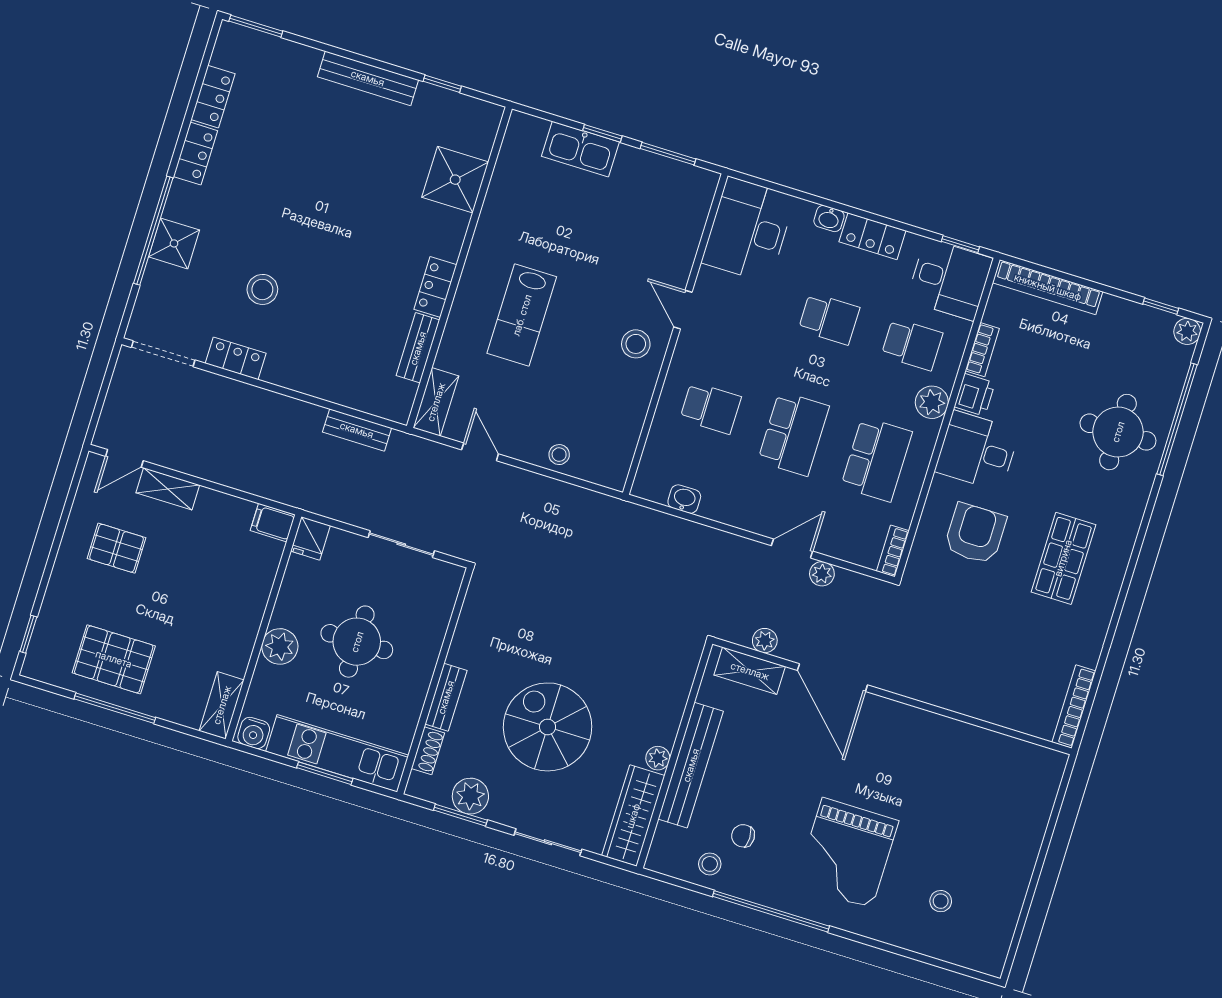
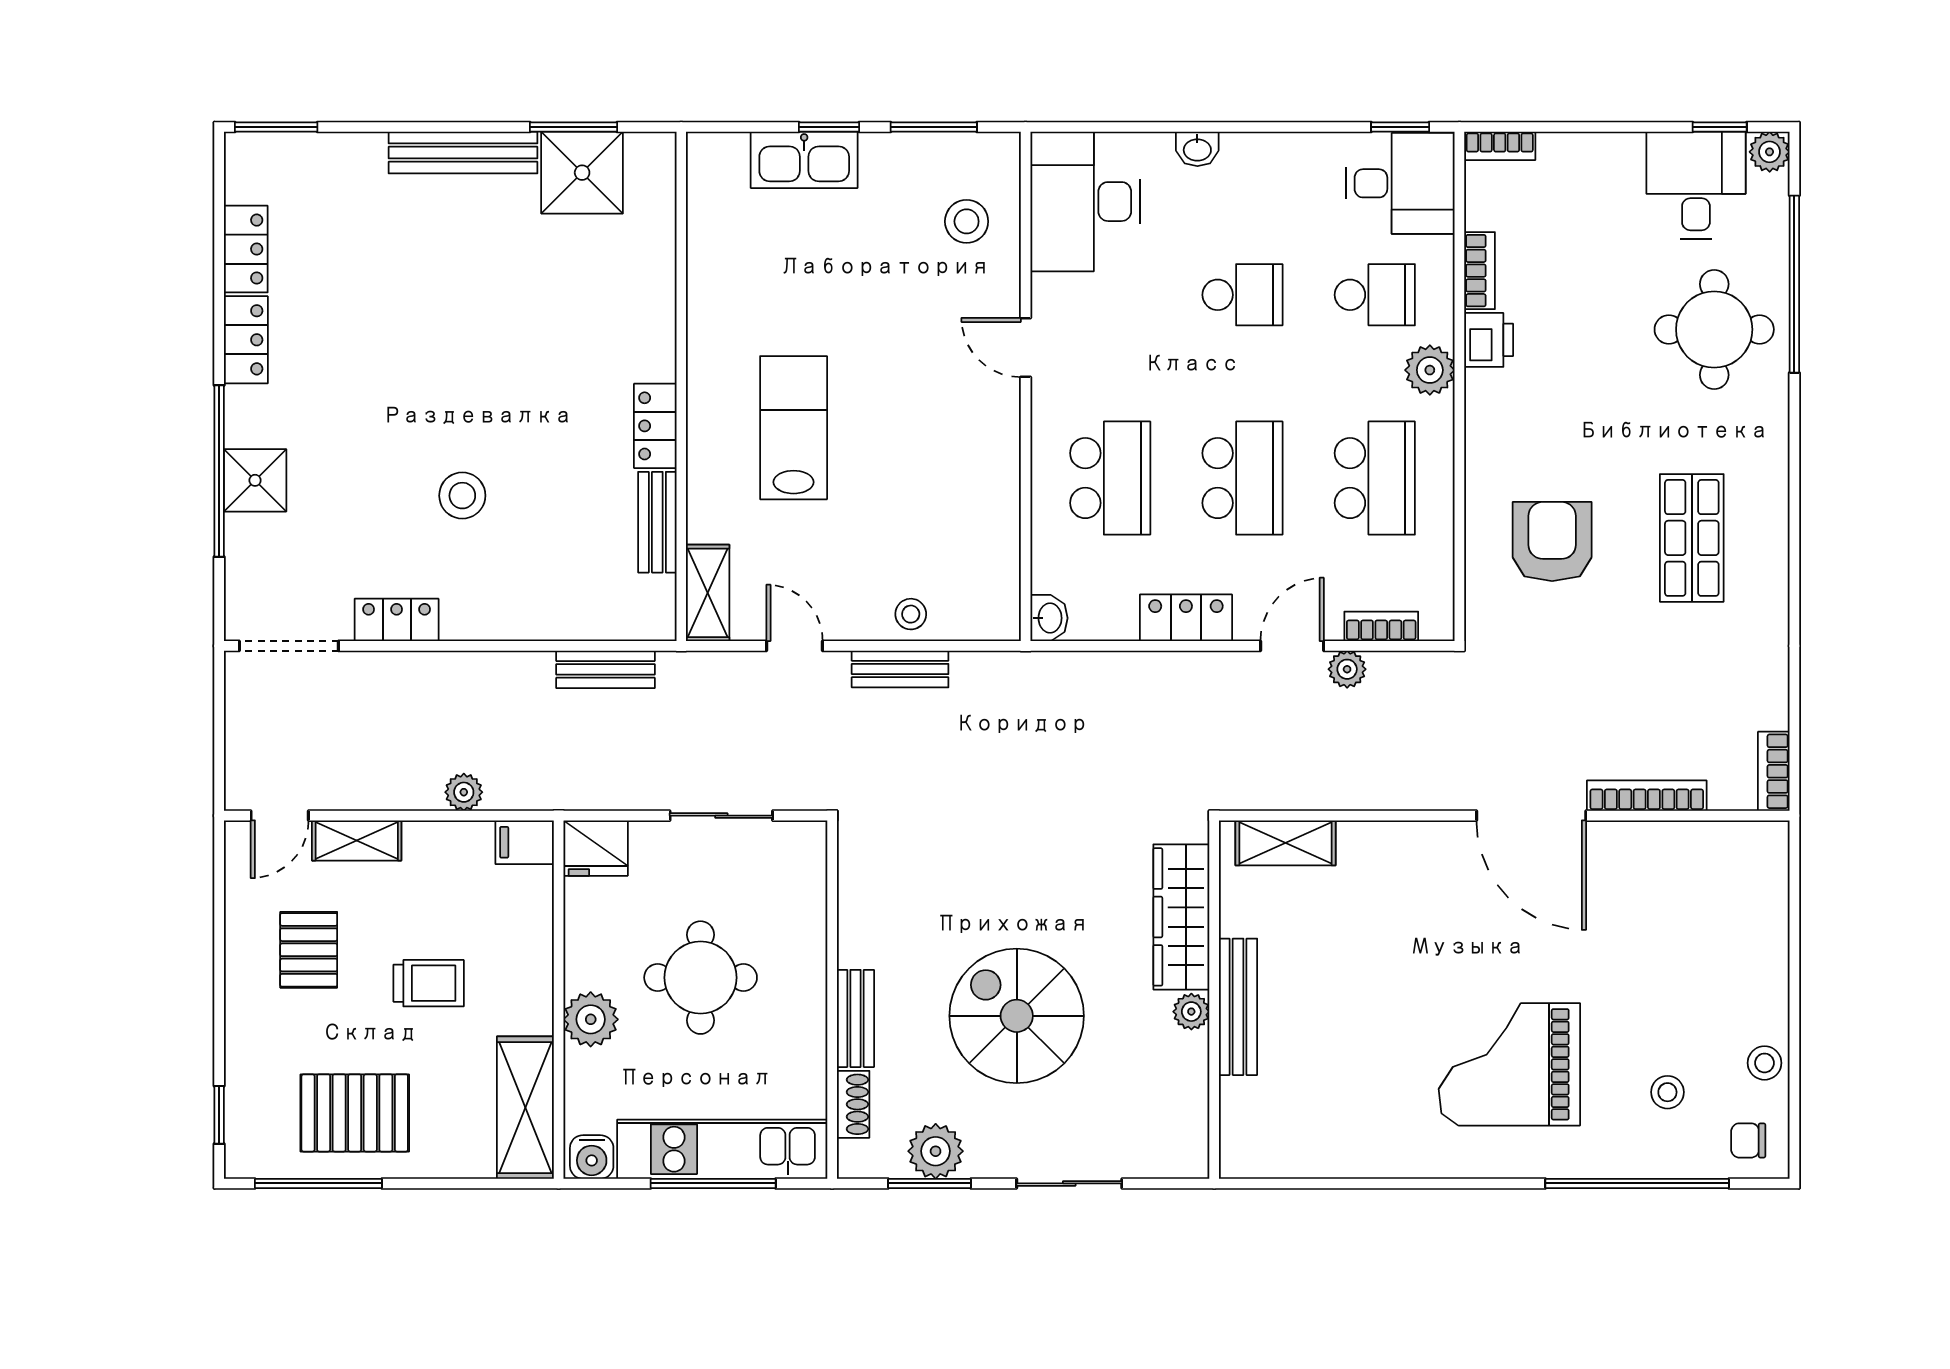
window: (442, 84) -> (574, 127), width x1.50
shower: (455, 180) -> (582, 173), moved
locker: (872, 236) -> (1186, 618), moved, turned 180
bookcase: (1048, 287) -> (1500, 146), width x0.43, depth x0.76
stool: (262, 289) -> (462, 496), moved
lab bench: (522, 315) -> (794, 428), turned 180
stool: (636, 344) -> (967, 221), moved
school desk: (711, 408) -> (1110, 478), width x1.85
desk: (977, 451) -> (1696, 185), moved, turned 90
bench: (542, 487) -> (900, 669), added
washbasin: (684, 499) -> (1049, 618), moved, turned 90
fridge: (310, 538) -> (596, 848), width x1.38
pallet: (117, 548) -> (309, 950), turned 90
bookcase: (893, 551) -> (1381, 626), moved, turned 90
trolley: (185, 592) -> (429, 983), added
plant: (765, 641) -> (464, 792), moved
door: (832, 678) -> (1531, 816), moved
shelving: (222, 705) -> (525, 1108), width x1.50, depth x1.33
bookcase: (1074, 707) -> (1774, 771), width x0.64
window: (115, 708) -> (318, 1183), moved
bookcase: (985, 711) -> (1647, 796), added
bench: (691, 765) -> (1238, 1007), width x0.73, depth x0.82
window: (325, 773) -> (713, 1183), width x1.44
wardrobe: (633, 816) -> (1181, 917), moved
chair: (743, 836) -> (1748, 1140), moved
grand piano: (847, 853) -> (1509, 1064), turned 90
stool: (710, 864) -> (1765, 1063), moved
window: (771, 911) -> (1637, 1183), moved

